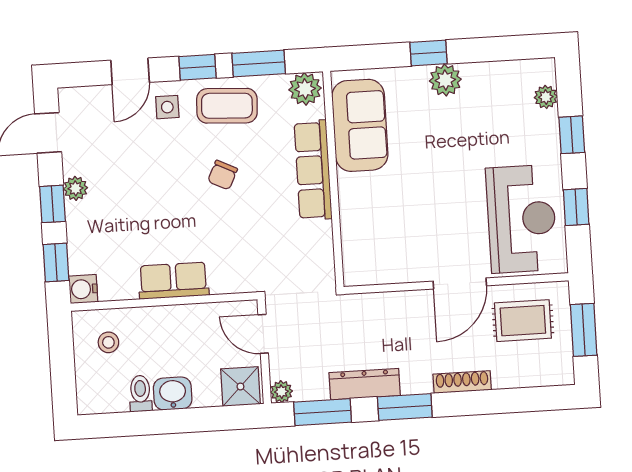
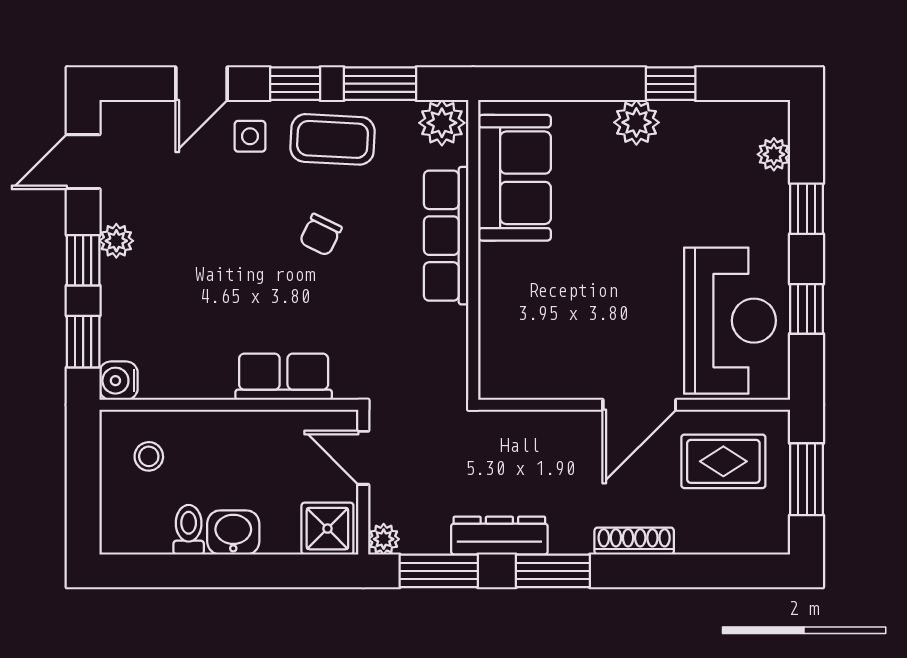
window: (429, 53) -> (671, 84), moved
row of seats: (173, 281) -> (284, 377), moved

